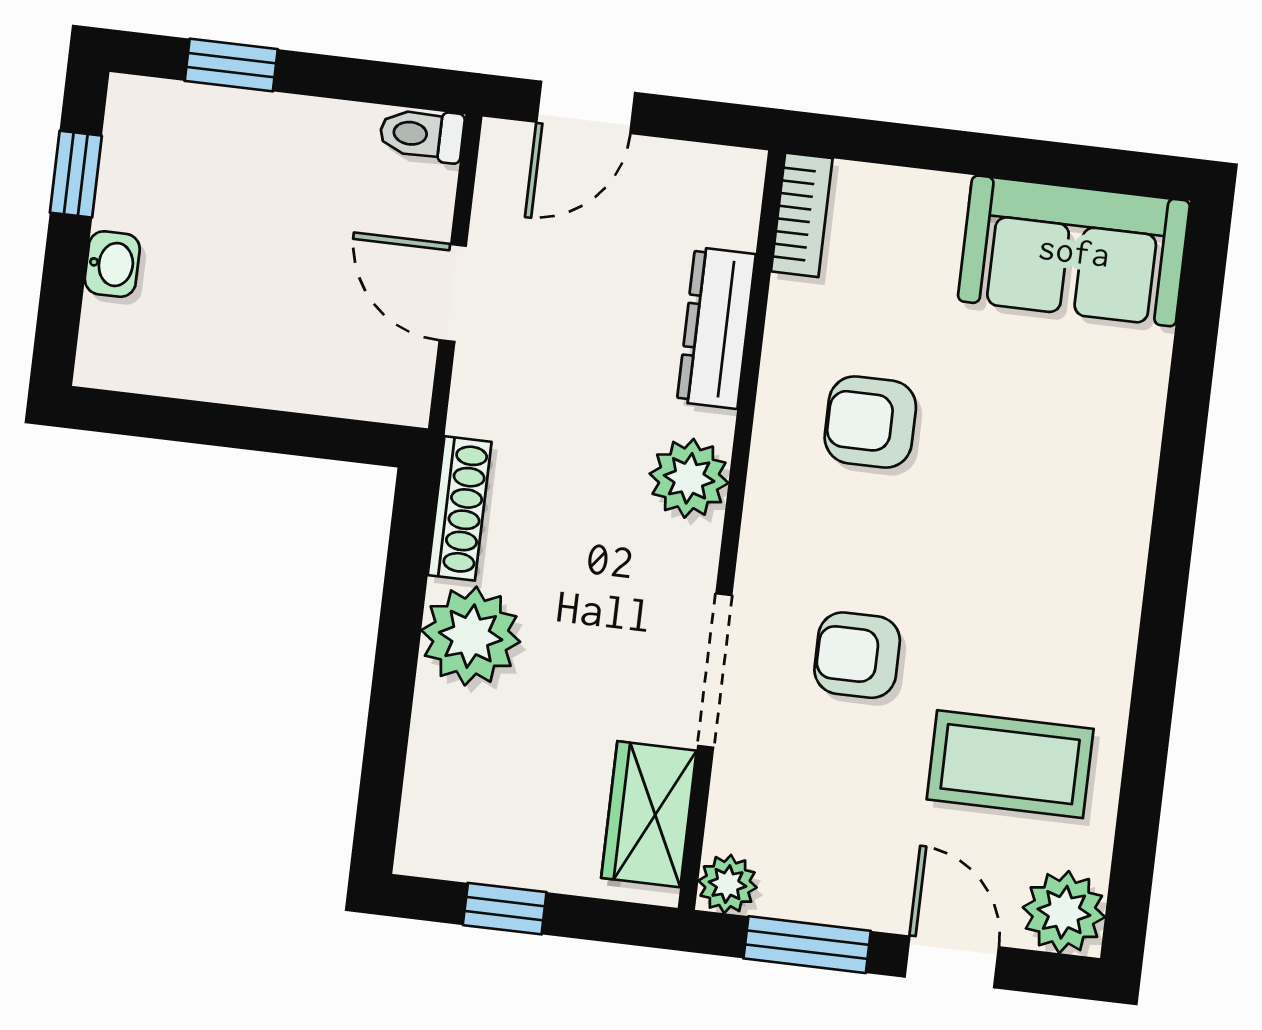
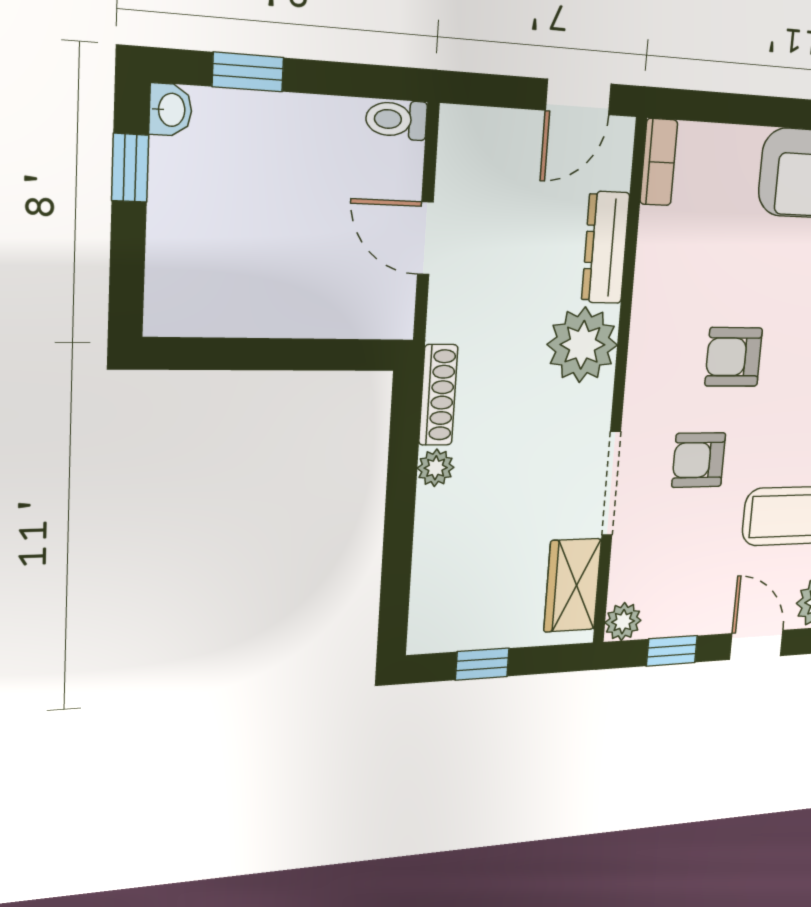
door: (586, 107) -> (578, 97), moved
washbasin: (112, 264) -> (170, 110), moved
armchair: (870, 422) -> (734, 357), moved
plant: (689, 478) -> (582, 345), width x1.36, depth x1.36
plant: (471, 636) -> (436, 468), width x0.53, depth x0.53
window: (807, 945) -> (672, 651), width x0.67

